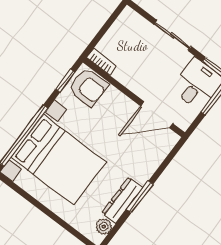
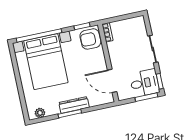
armchair: (88, 87) -> (90, 39), turned 90
dresser: (122, 200) -> (74, 105), moved

